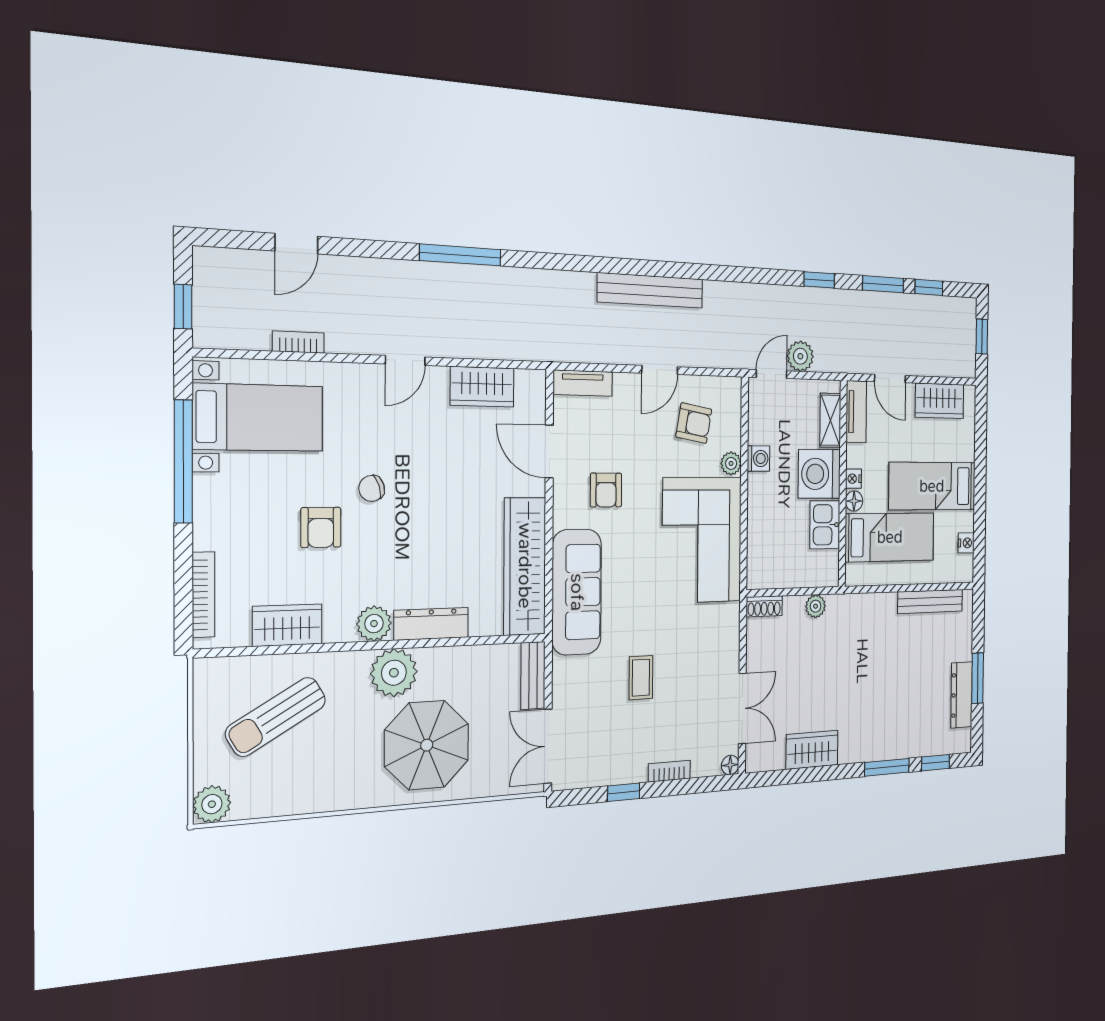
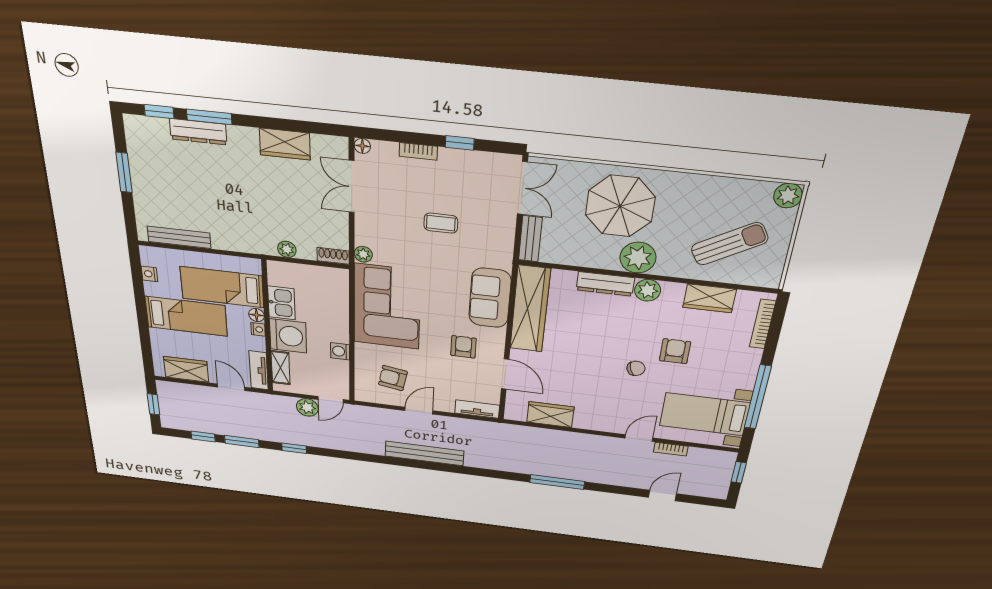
door: (405, 360) -> (639, 438), moved
plant: (731, 463) -> (363, 254), moved
sofa: (577, 592) -> (490, 298), width x0.73
coffee table: (641, 678) -> (441, 223), turned 90
dresser: (962, 695) -> (198, 132), moved, turned 90

